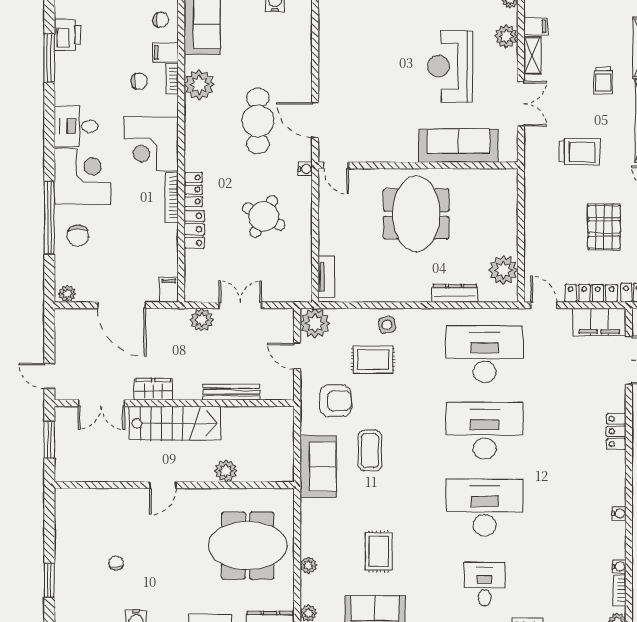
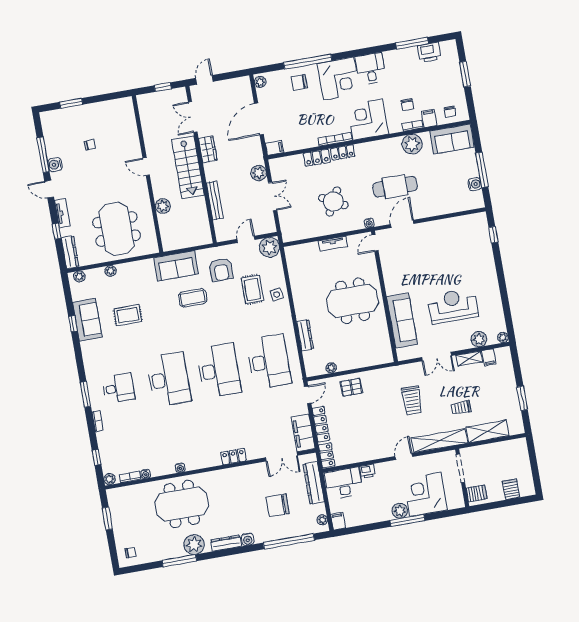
pallet: (604, 227) -> (351, 387), moved, width x0.67, depth x0.71
plant: (503, 270) -> (331, 368), width x0.53, depth x0.53
tv unit: (326, 277) -> (333, 244), moved
window: (49, 440) -> (163, 87), width x0.67

